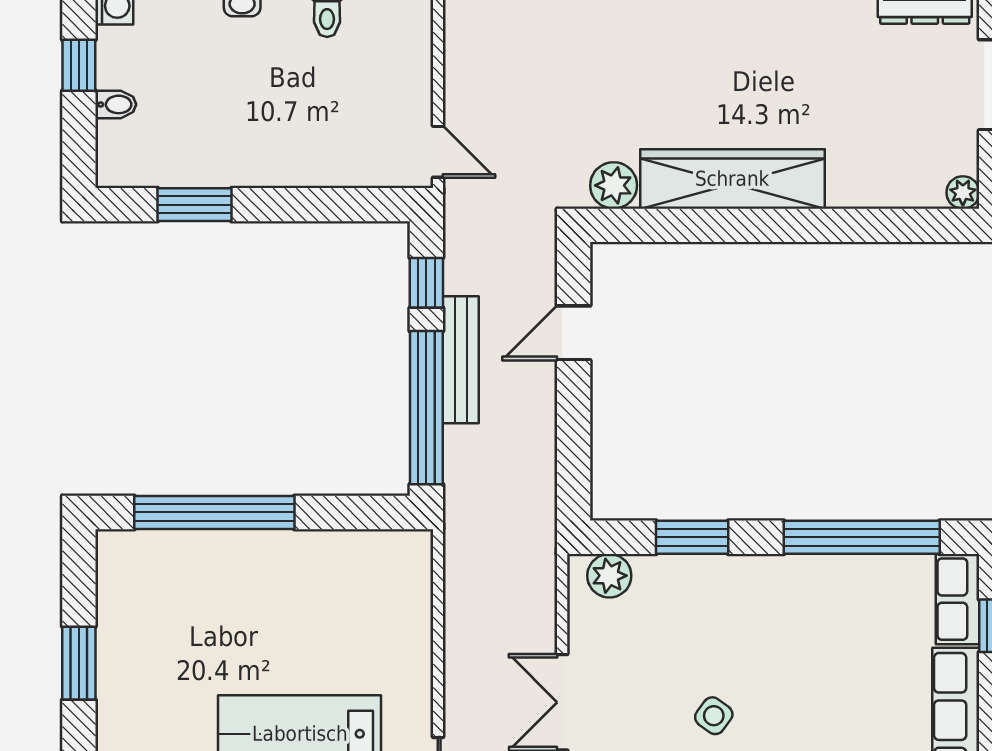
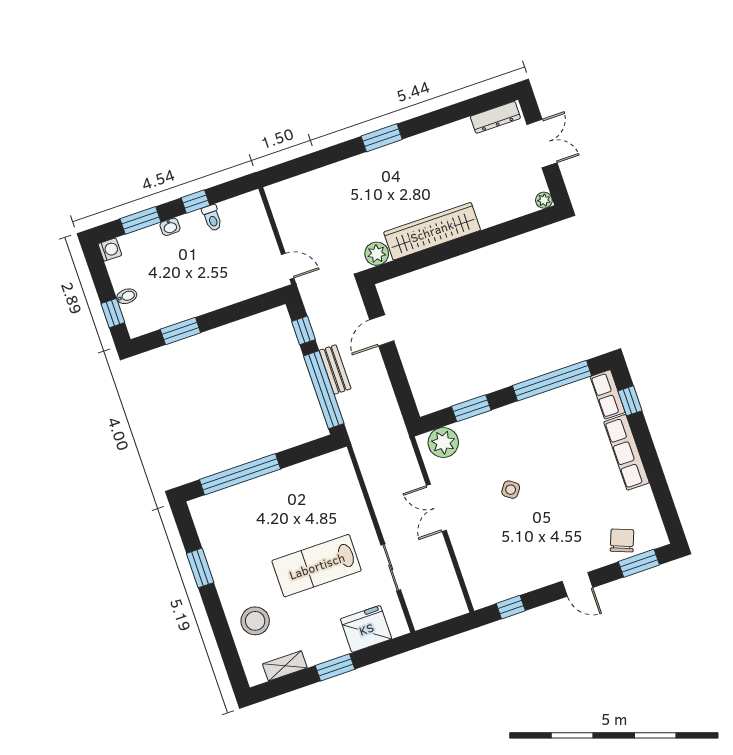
window: (79, 65) -> (113, 313), moved
bench: (461, 360) -> (335, 370), width x0.73
plant: (609, 576) -> (443, 442), width x1.36, depth x1.36

